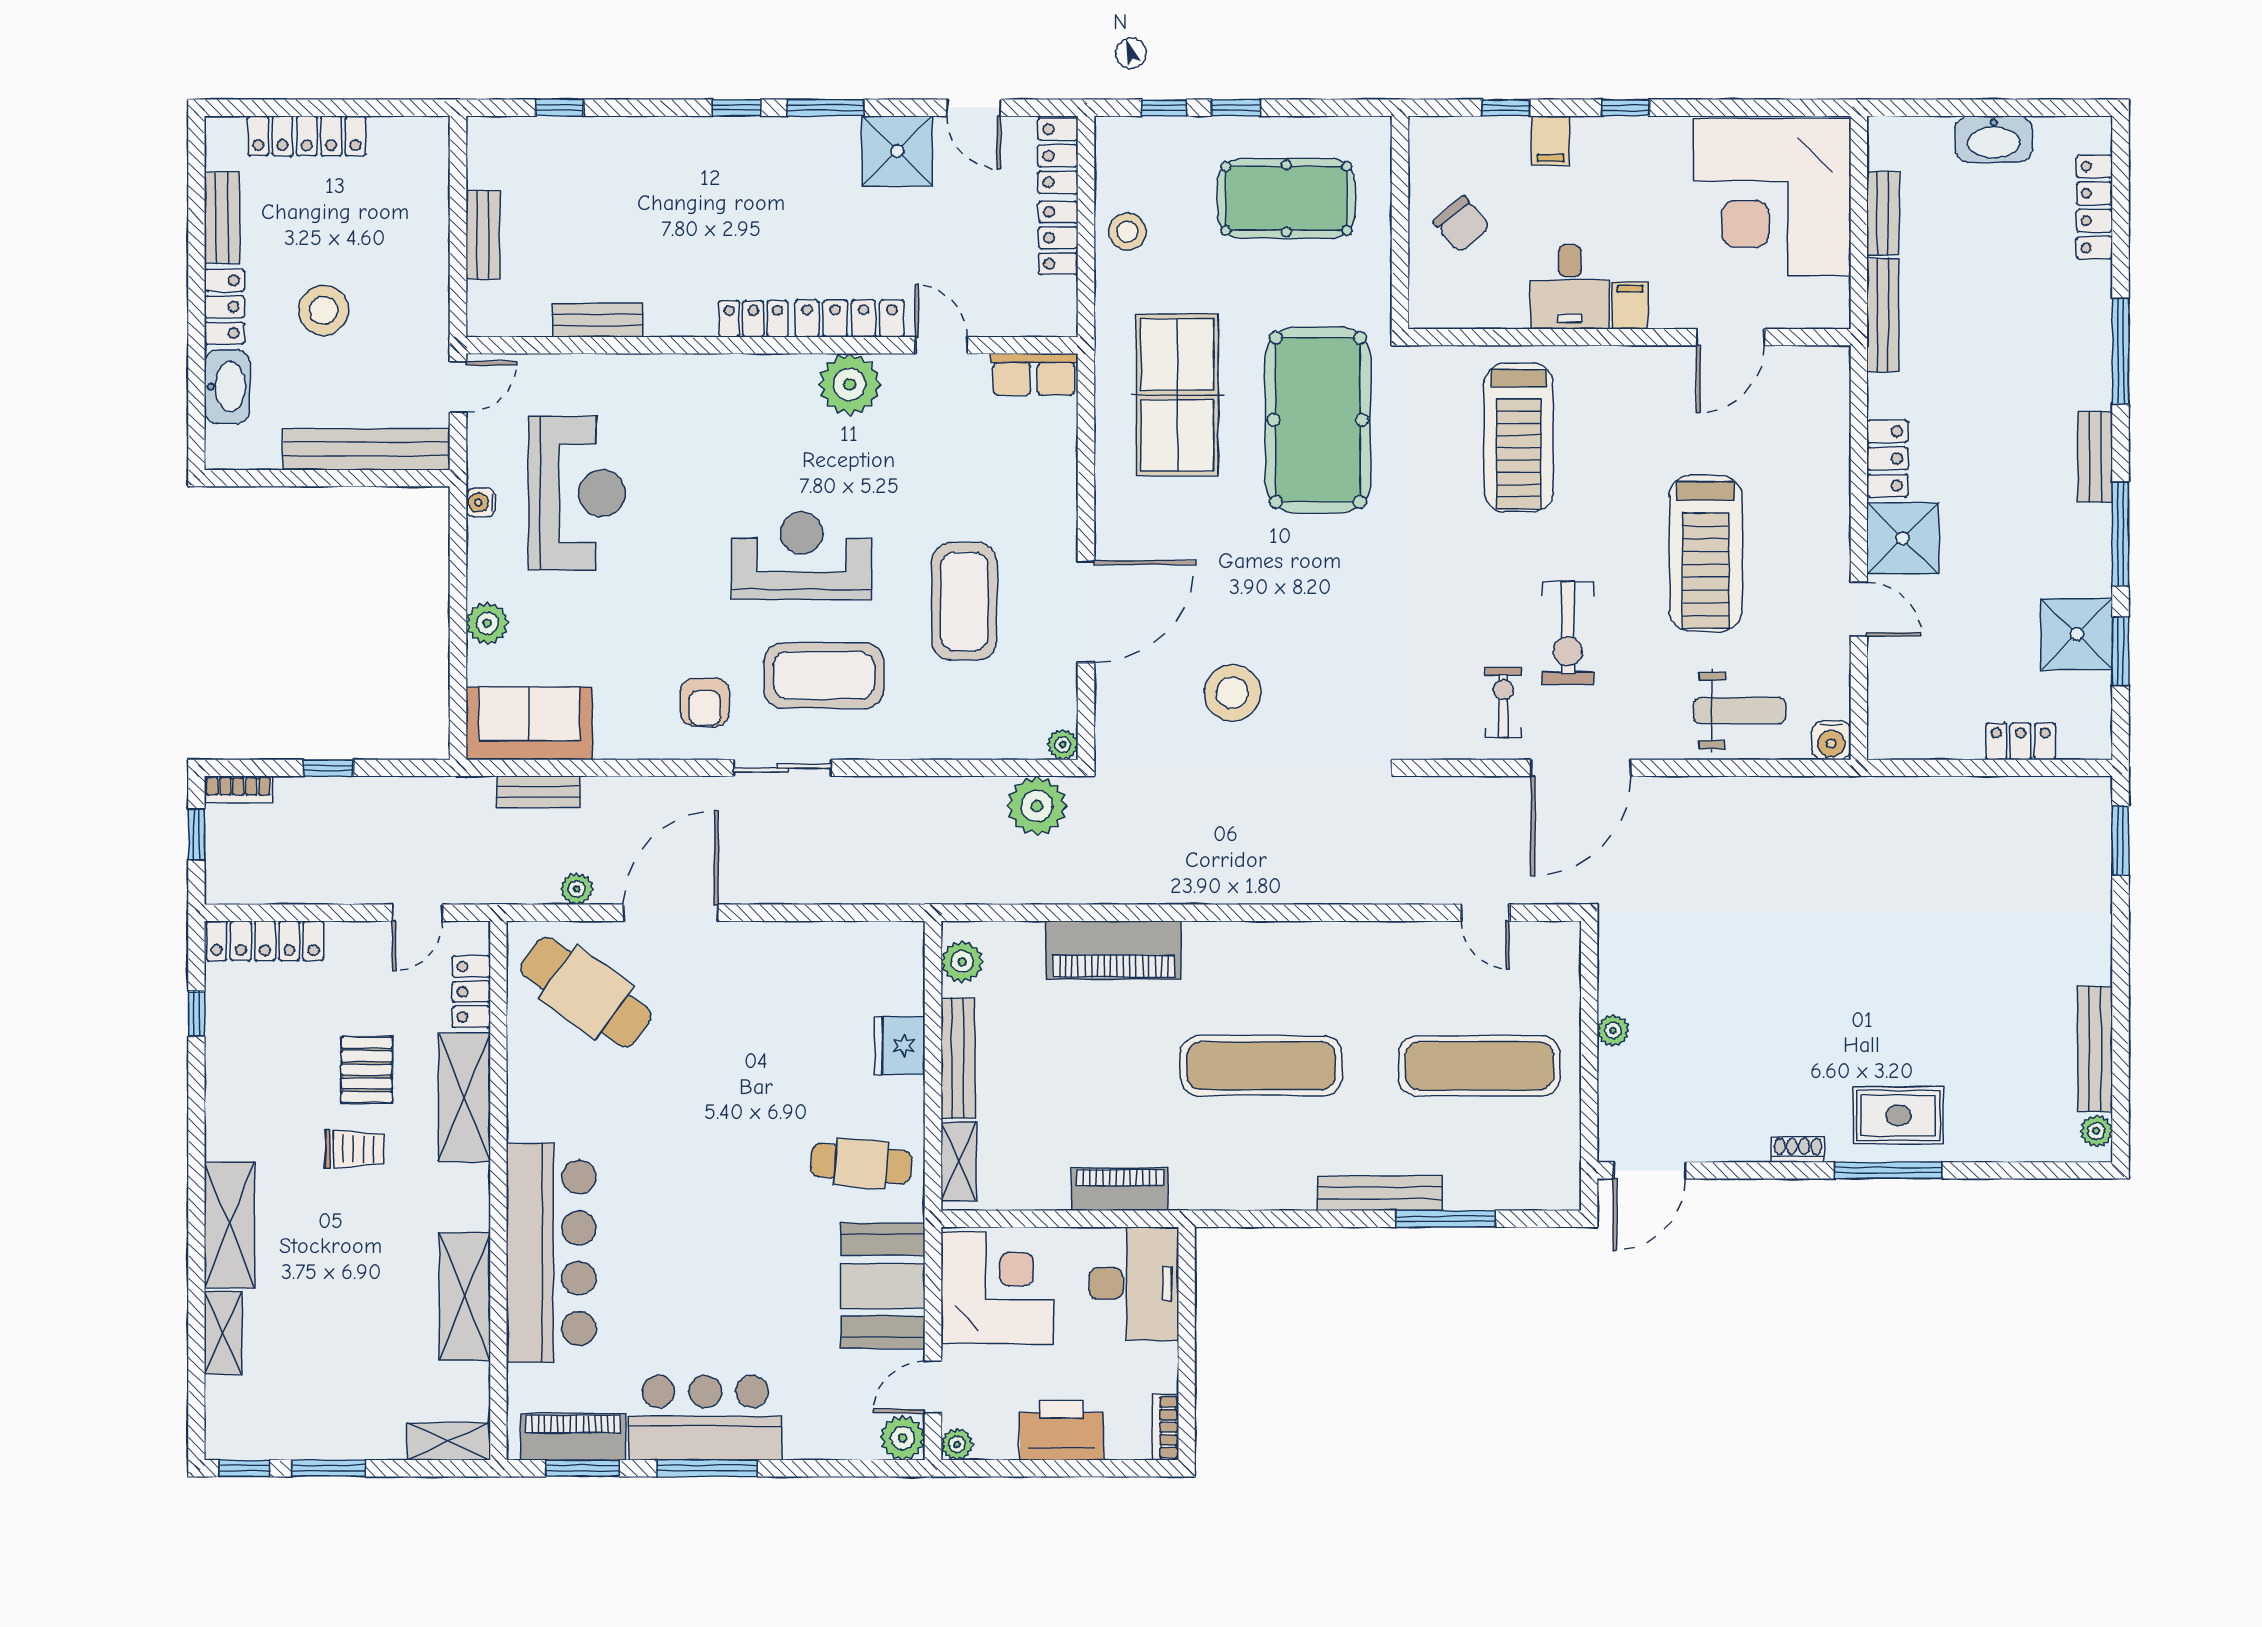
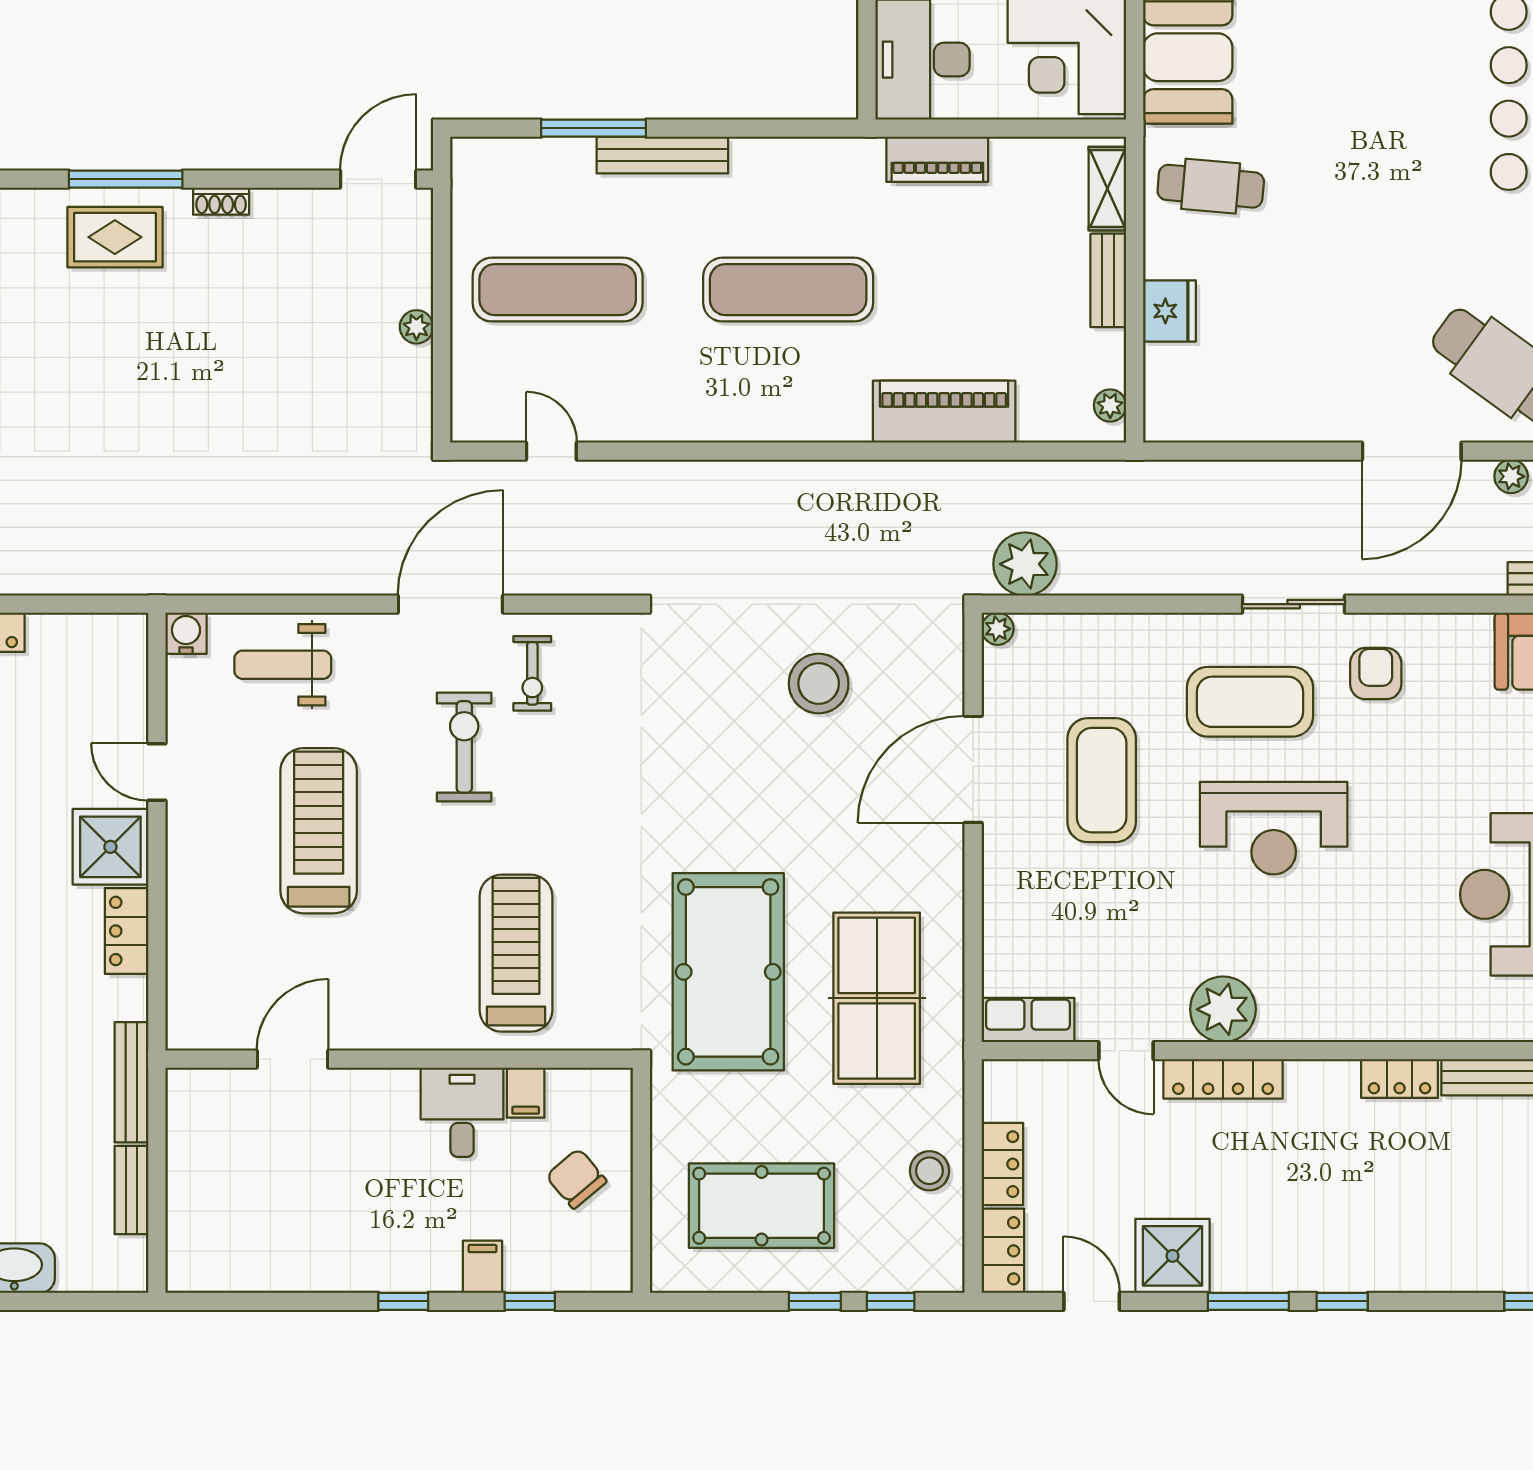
corner desk: (1772, 197) -> (248, 1207), removed
filing cabinet: (1630, 305) -> (526, 1093), moved
locker: (753, 319) -> (1400, 1079), moved
plant: (962, 962) -> (1110, 405), width x0.73, depth x0.73
bench: (958, 1058) -> (1108, 280), width x0.73

